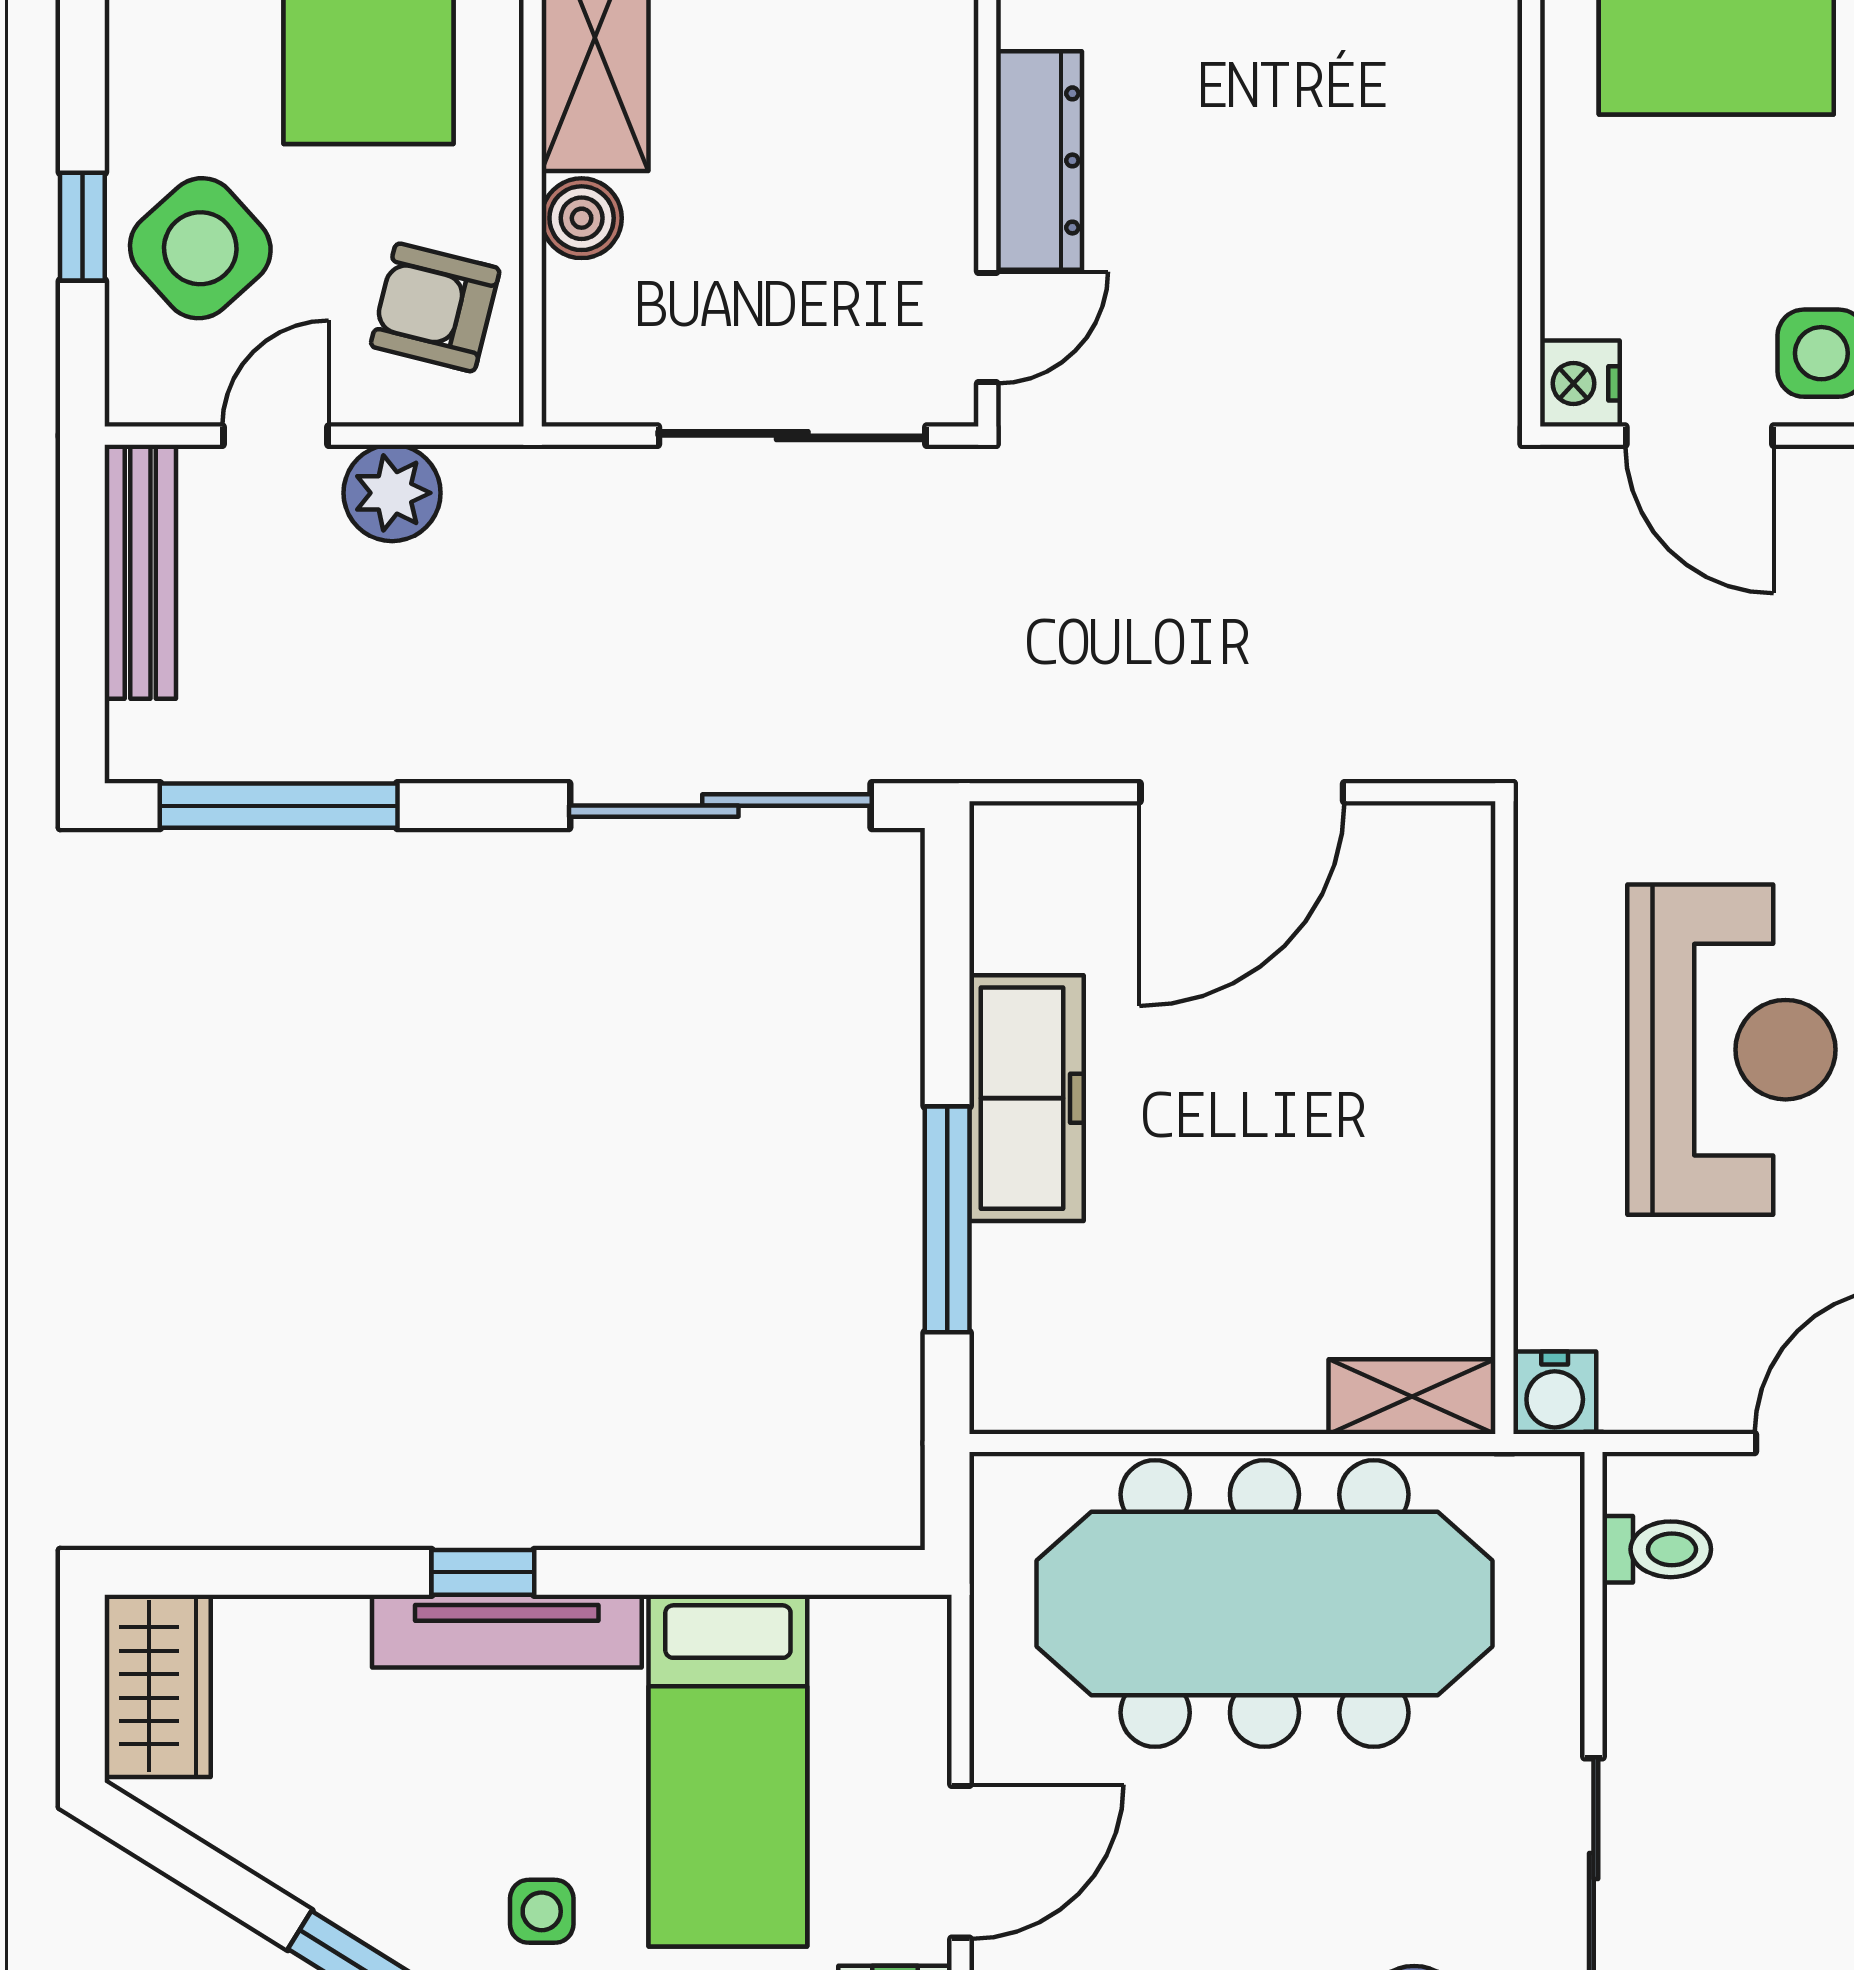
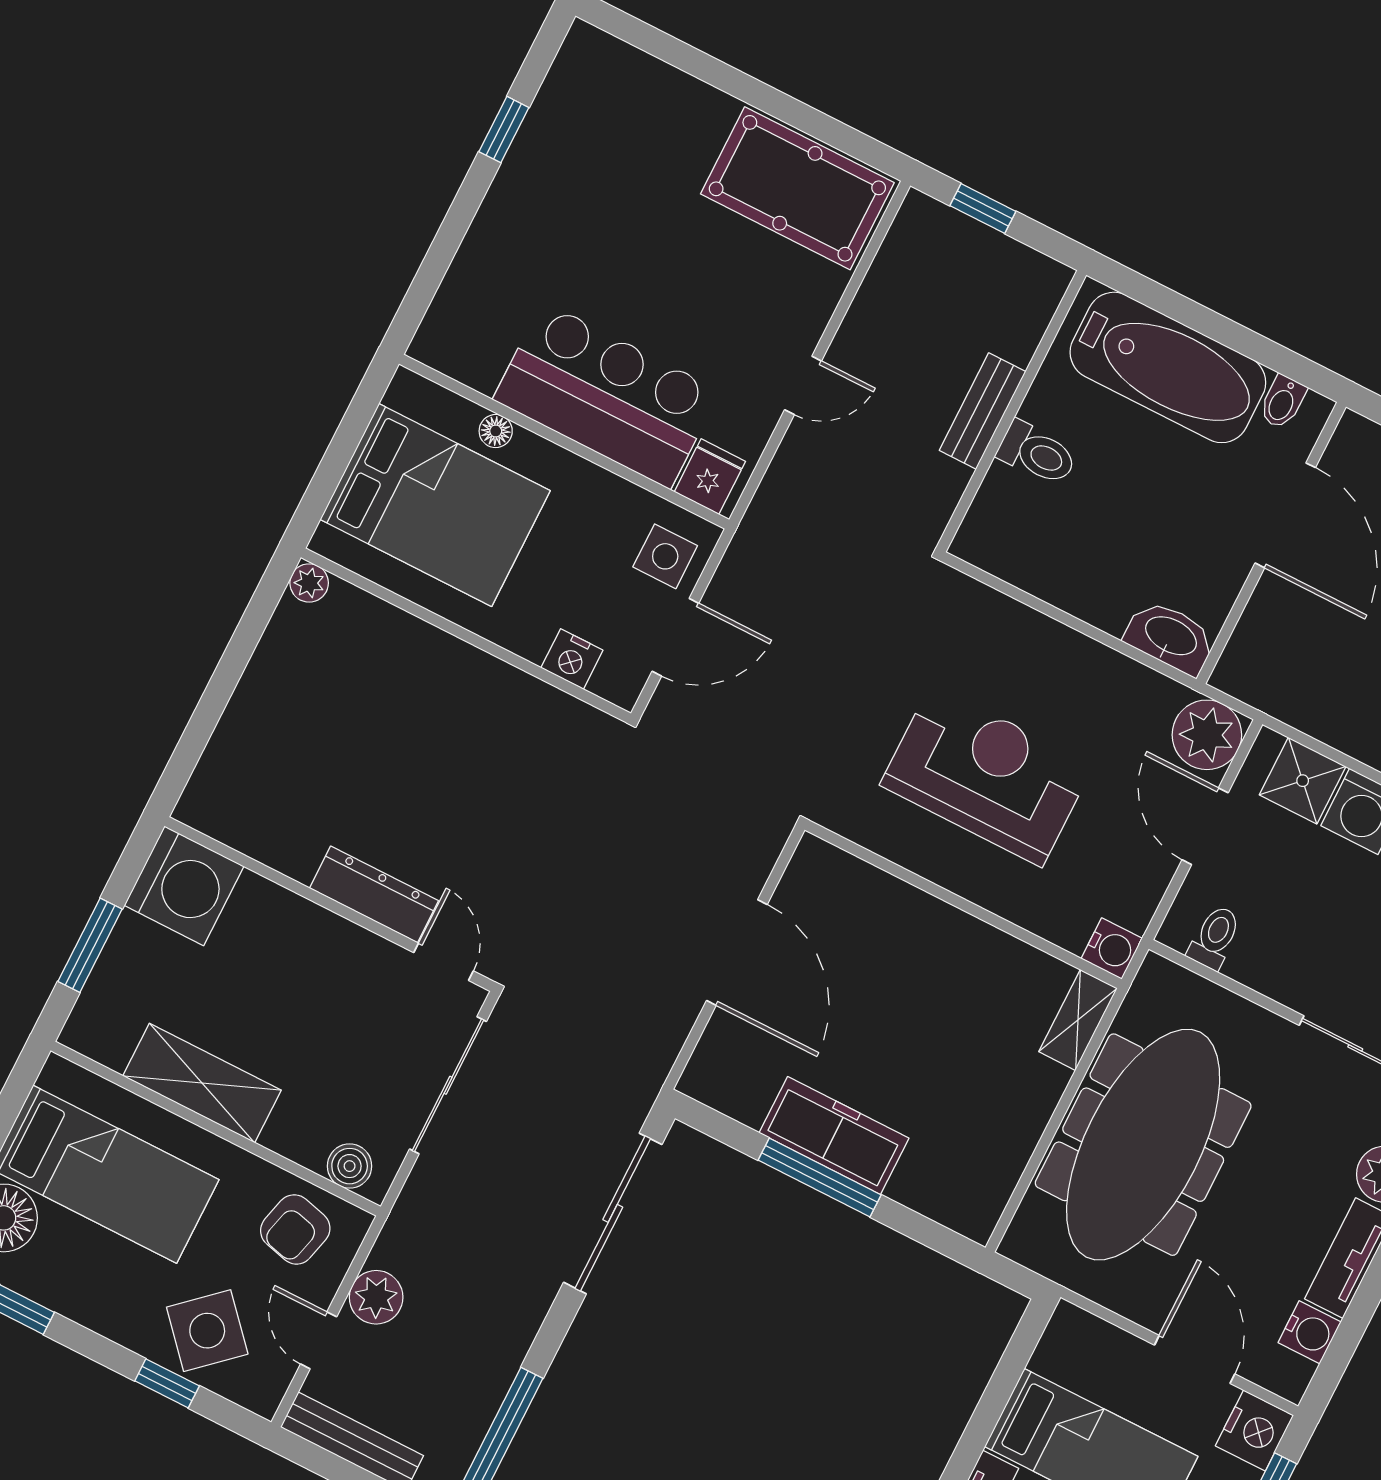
boiler: (582, 218) -> (350, 1166), moved
nightstand: (1580, 383) -> (572, 659), moved
window: (947, 1219) -> (820, 1178), moved

